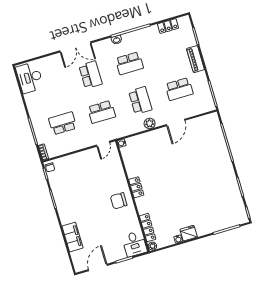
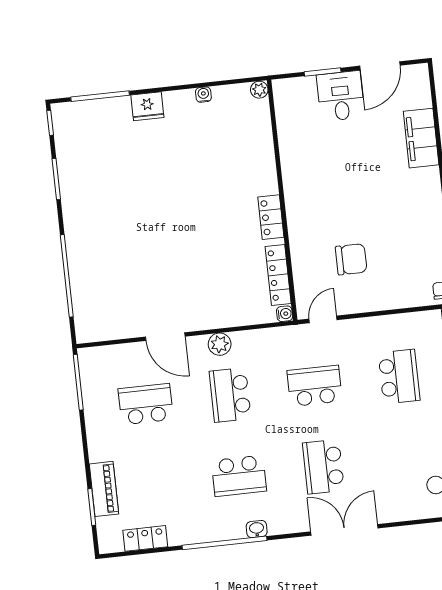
piano: (195, 59) -> (104, 489), moved
school desk: (129, 63) -> (239, 476), turned 180
door: (176, 122) -> (165, 337), swing flipped
school desk: (63, 123) -> (399, 377), turned -90
chair: (119, 201) -> (351, 259), moved
locker: (148, 228) -> (278, 275), moved
fridge: (189, 233) -> (147, 106), moved
desk: (134, 244) -> (341, 96), moved

